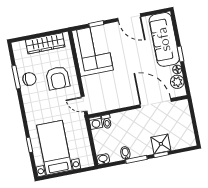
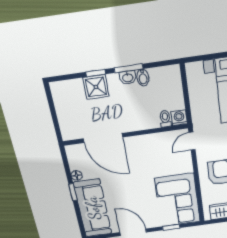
plant: (177, 82) -> (76, 162), removed
door: (84, 104) -> (192, 141), swing flipped
washbasin: (103, 159) -> (128, 77), moved

